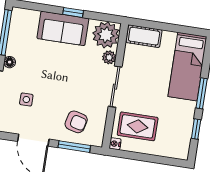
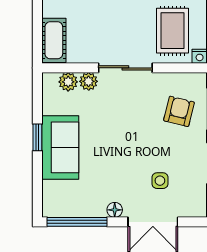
plant: (106, 35) -> (68, 82), width x0.53, depth x0.53

